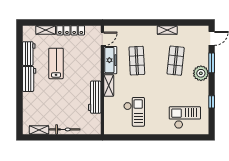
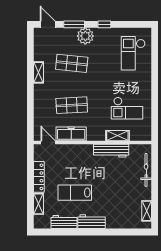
shelving: (109, 86) -> (117, 136), moved
window: (212, 102) -> (104, 24), moved
checkout: (134, 112) -> (127, 108), turned 180
bicycle: (65, 129) -> (146, 170), moved

